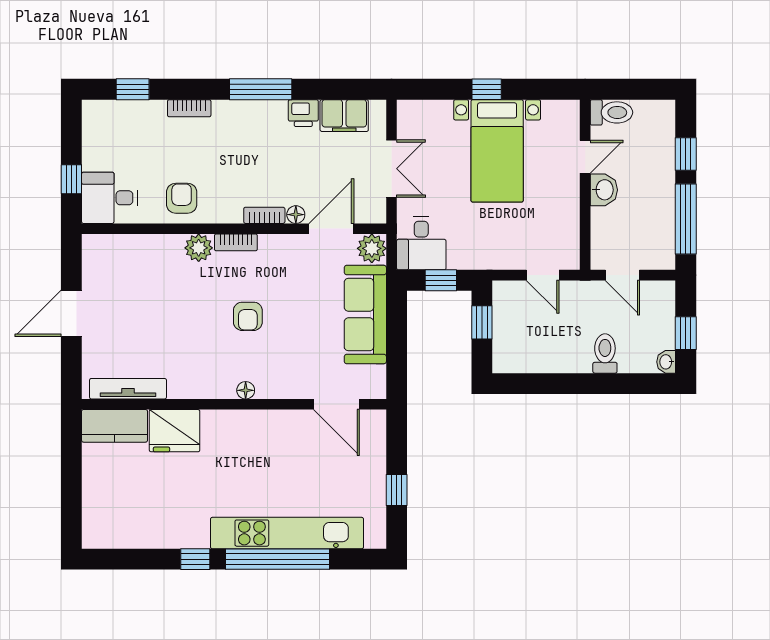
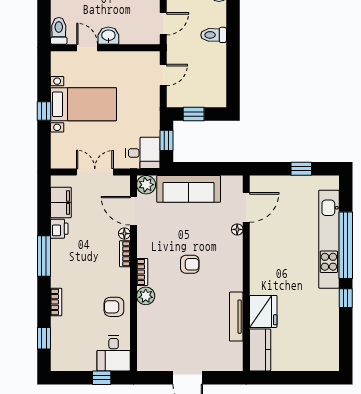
tv unit: (128, 389) -> (236, 317), moved
floor lamp: (246, 390) -> (237, 229), moved

